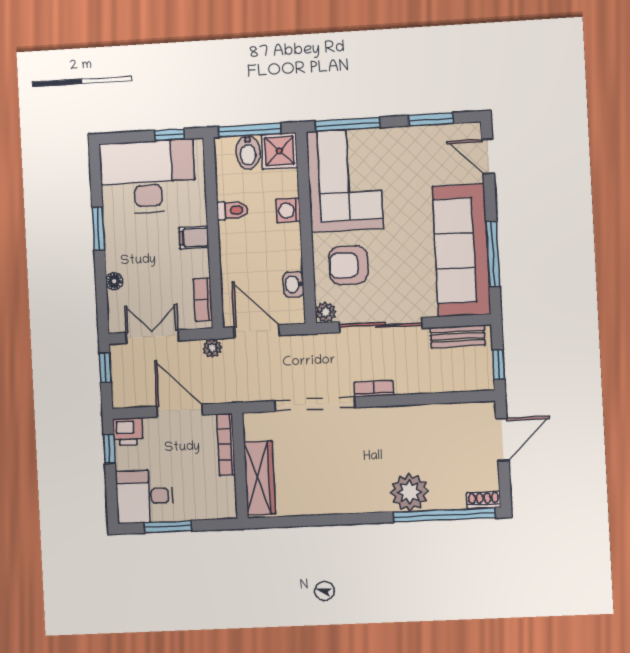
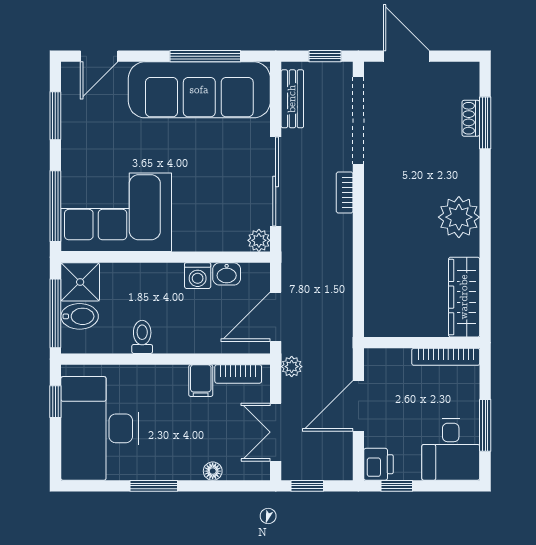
washing machine: (288, 210) -> (198, 276), moved
filing cabinet: (194, 238) -> (201, 381), moved
armchair: (348, 265) -> (209, 213), removed
doorway: (315, 404) -> (358, 120), moved
bookcase: (226, 444) -> (446, 357), moved
wardrobe: (260, 478) -> (464, 297), moved, turned -90
plant: (410, 492) -> (459, 217), moved
shoe rack: (484, 500) -> (471, 118), moved
window: (444, 515) -> (485, 123), width x0.47

